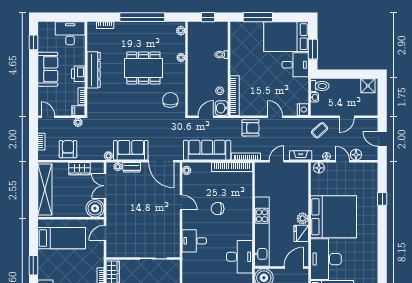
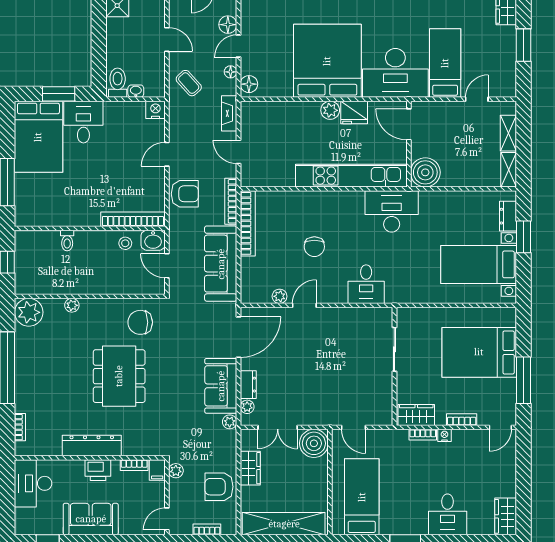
plant: (181, 31) -> (29, 312), width x1.88, depth x1.88
dining table: (143, 68) -> (119, 376), moved
armchair: (251, 128) -> (185, 194), turned 90
plant: (187, 170) -> (280, 296), moved

